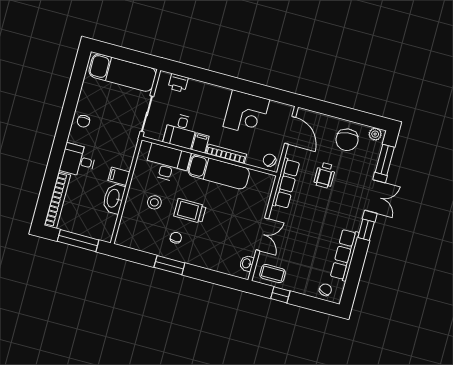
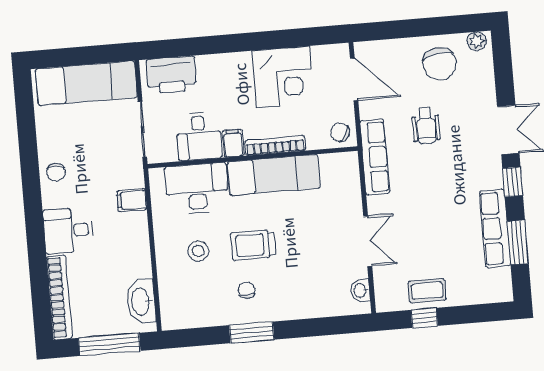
printer: (178, 83) -> (171, 75), width x1.87, depth x1.48
window: (385, 160) -> (518, 243), moved
filing cabinet: (119, 176) -> (132, 200), moved
washbasin: (114, 198) -> (141, 301), moved
coffee table: (273, 274) -> (427, 291), moved
chair: (325, 290) -> (486, 288), removed

